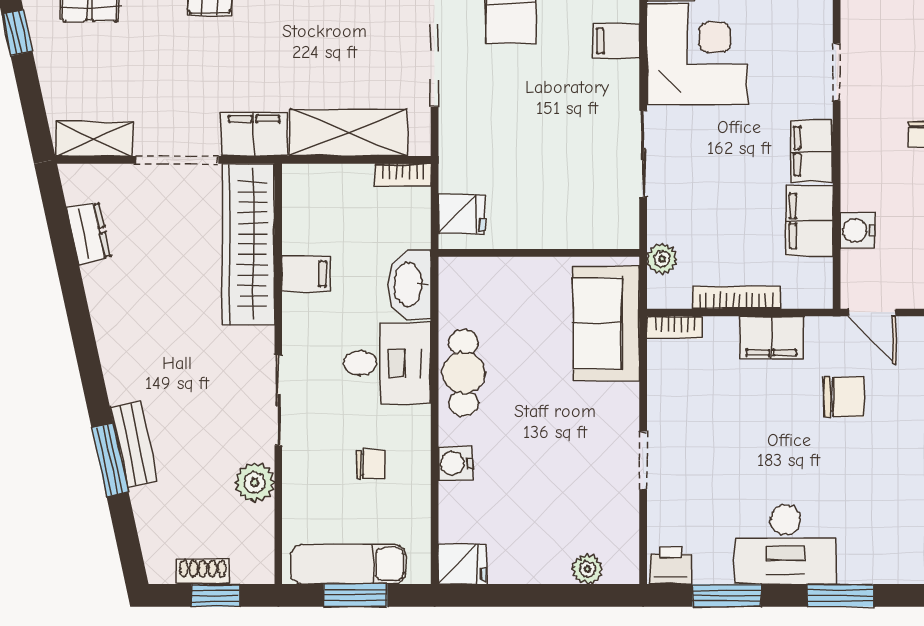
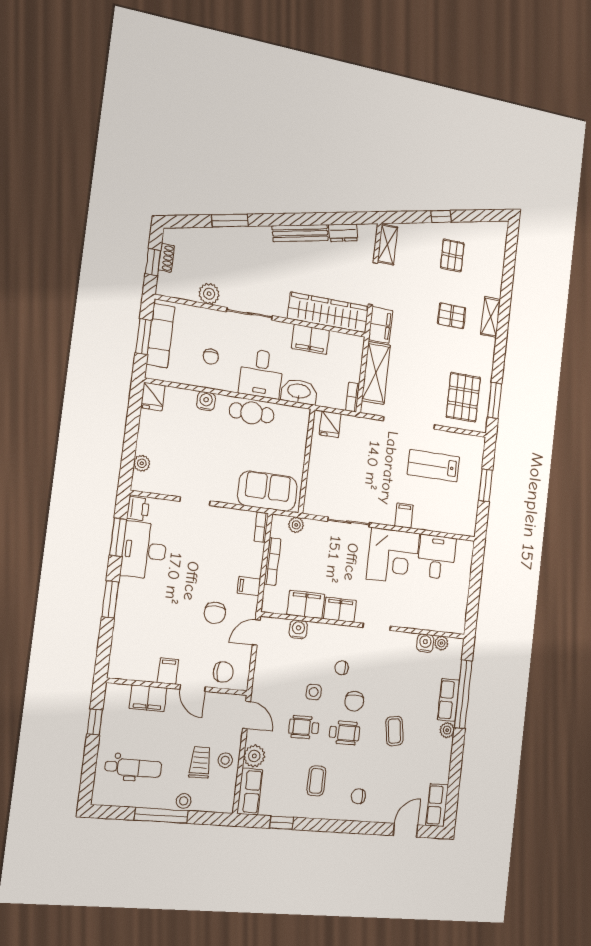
filing cabinet: (306, 274) -> (310, 339), width x2.00
filing cabinet: (771, 338) -> (249, 586), width x0.50
bench: (134, 444) -> (300, 233), moved, width x1.36
desk: (785, 545) -> (144, 550), moved

